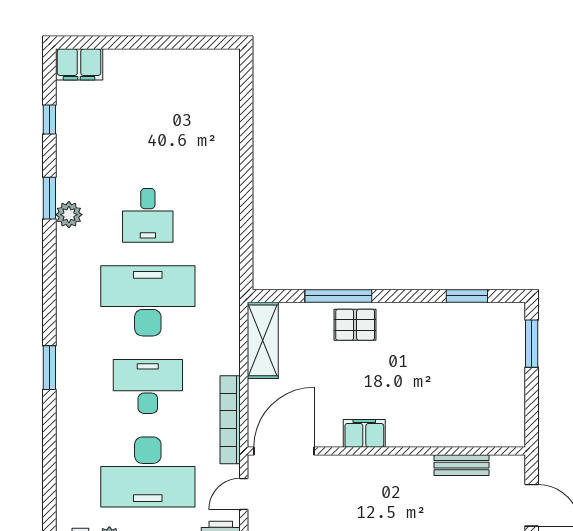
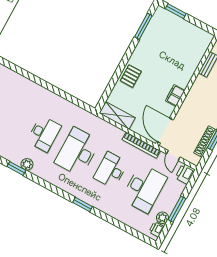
desk: (148, 215) -> (44, 134), width x1.37
window: (338, 296) -> (116, 76), removed
window: (467, 296) -> (143, 26), width x1.44

